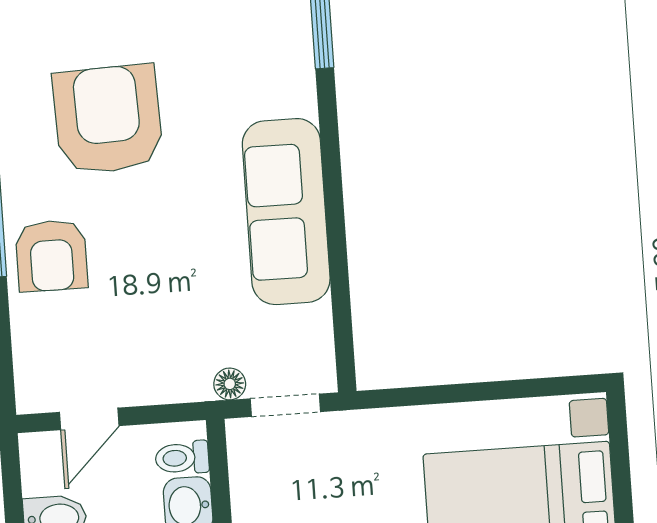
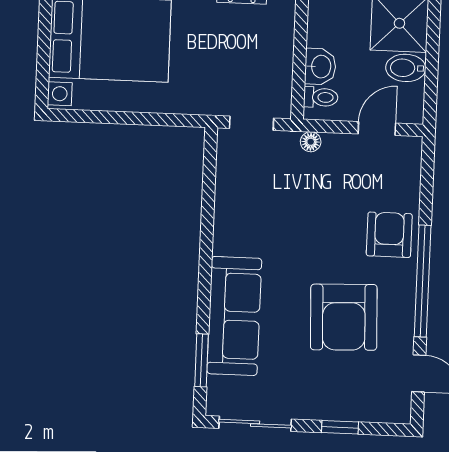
sofa: (286, 212) -> (234, 316), moved
floor lamp: (230, 384) -> (311, 142), moved

